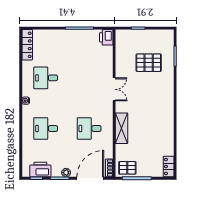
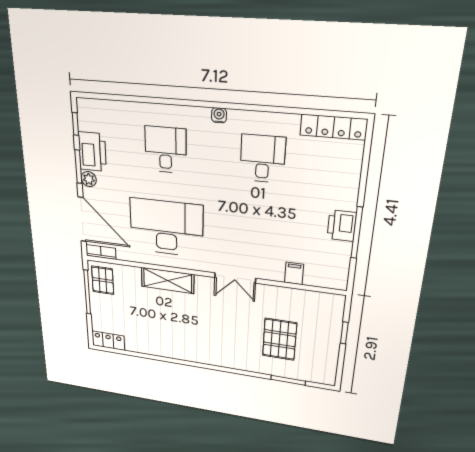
printer: (106, 37) -> (342, 226), moved, turned -90
filing cabinet: (107, 58) -> (294, 273), added
desk: (89, 129) -> (166, 228), width x1.87, depth x1.30
printer: (40, 169) -> (92, 152), moved

